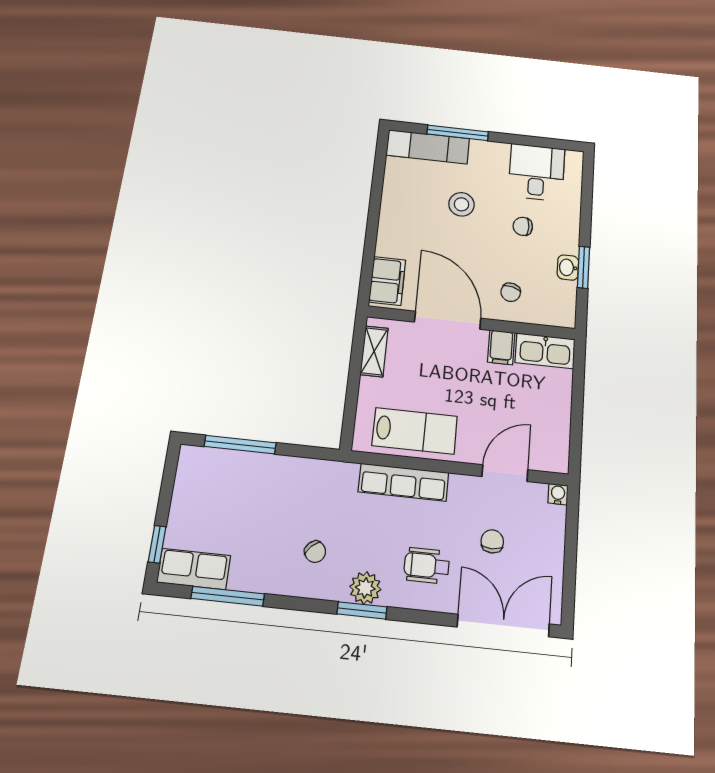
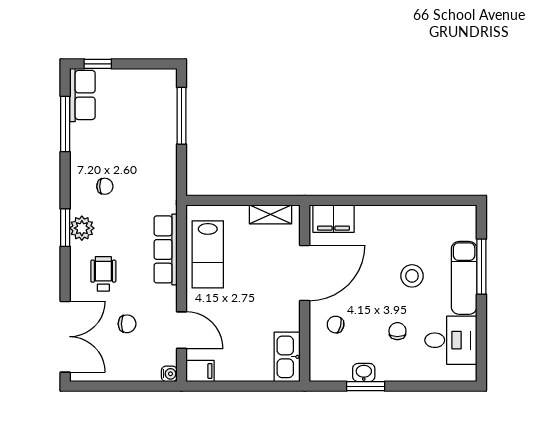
exam couch: (428, 147) -> (464, 278), moved
filing cabinet: (501, 347) -> (200, 371), moved, turned 180
chair: (315, 552) -> (105, 186), turned -136

